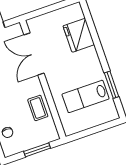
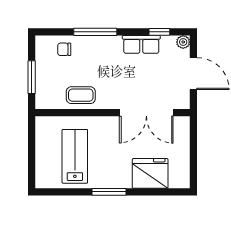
double door: (34, 54) -> (146, 113), swing flipped
window: (112, 85) -> (109, 192), moved

